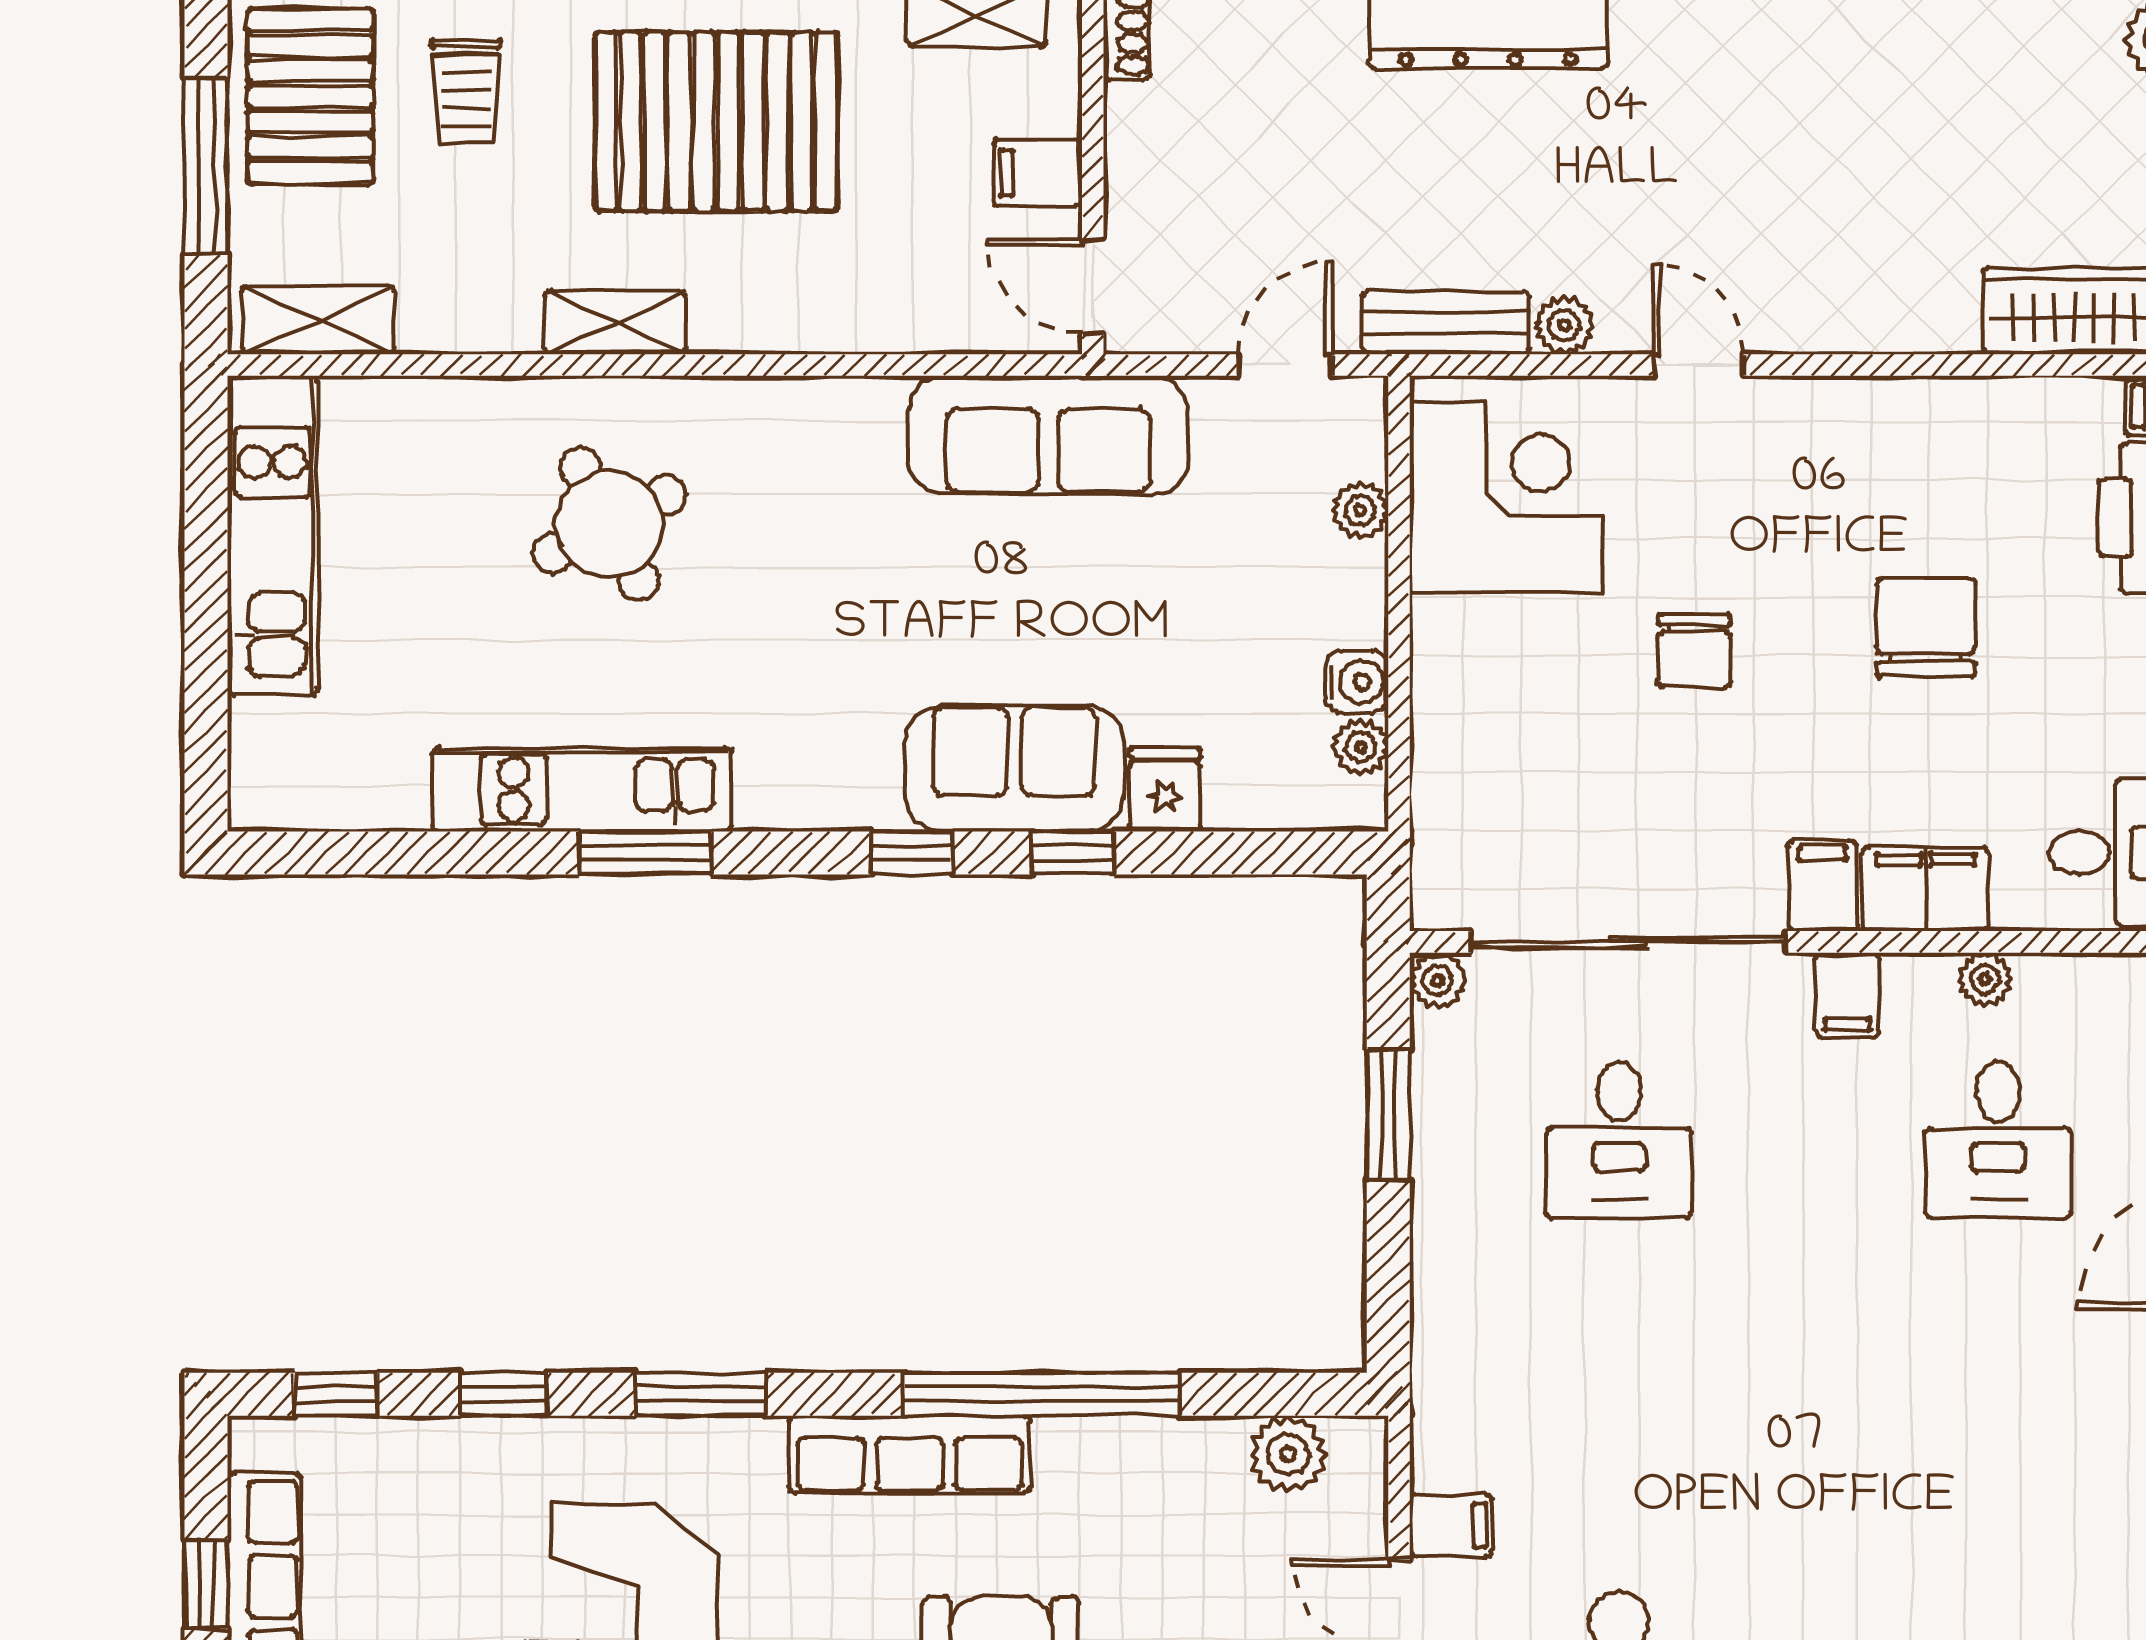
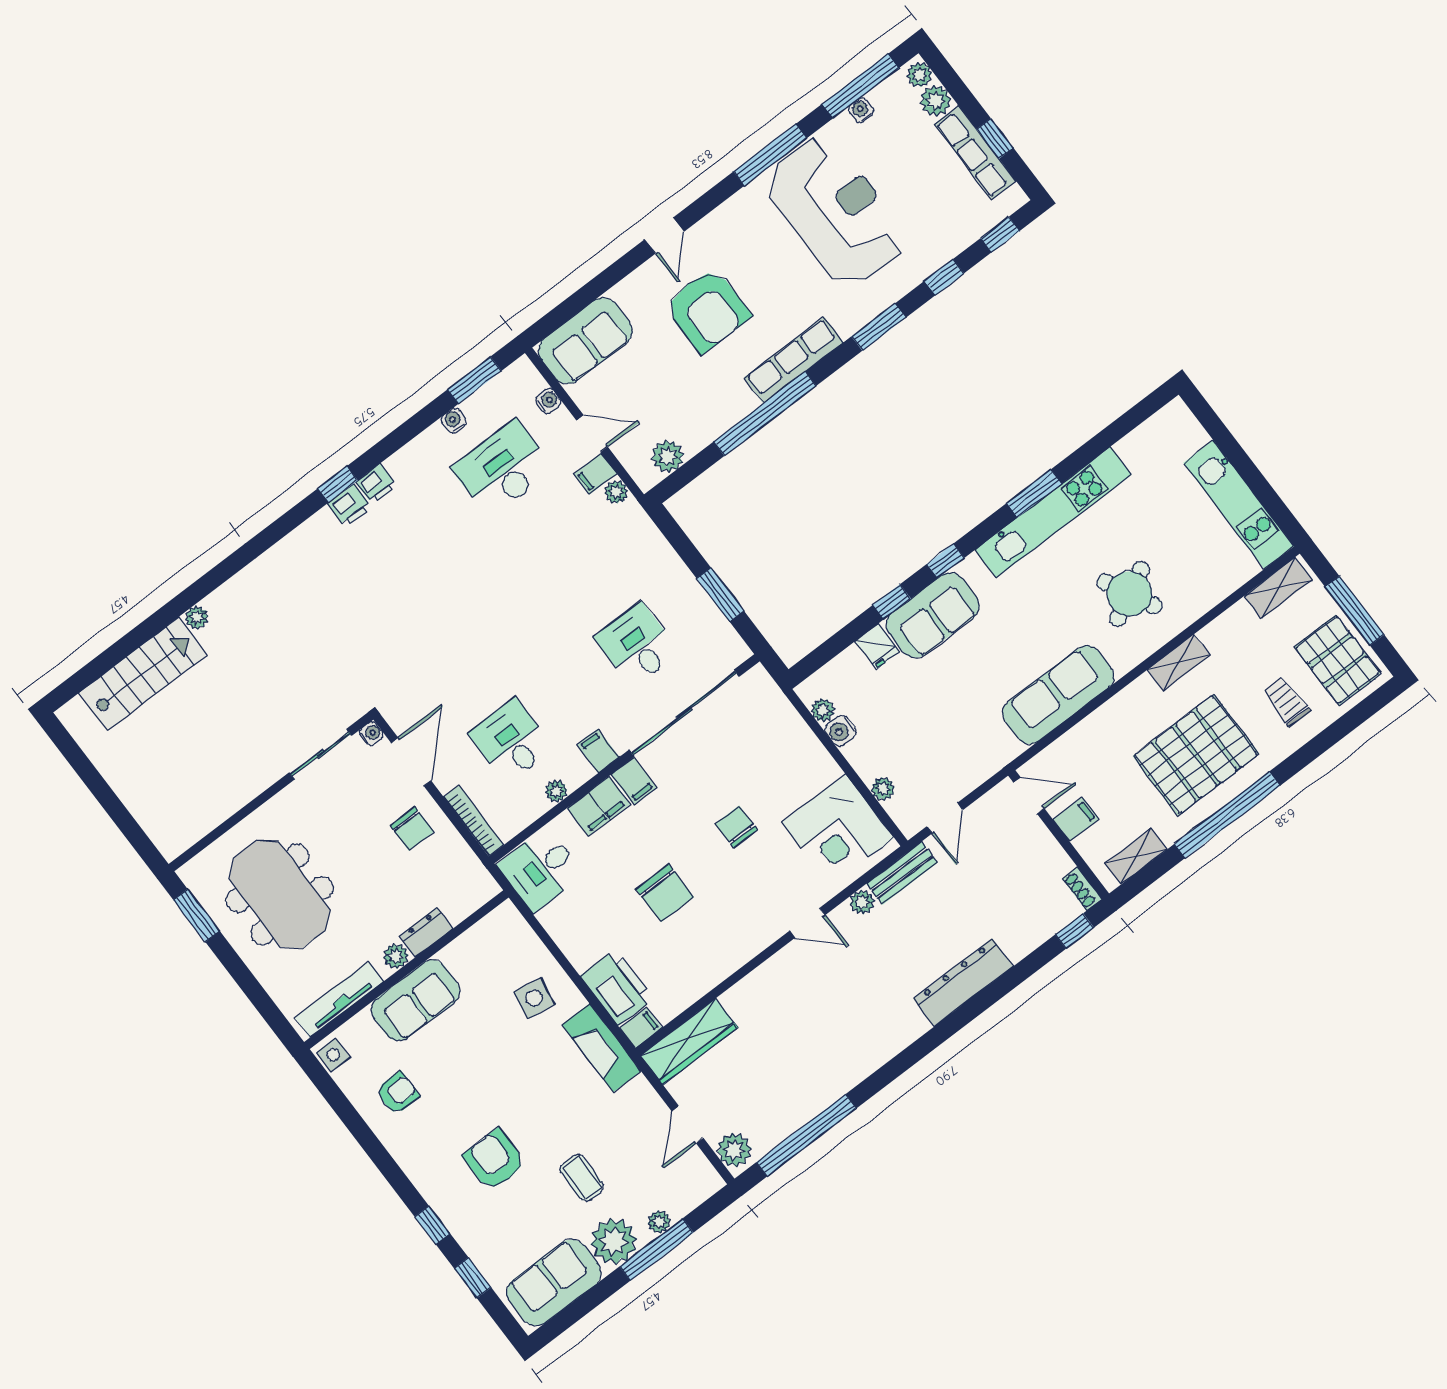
sofa: (1048, 435) -> (1058, 695), moved
kitchen unit: (582, 789) -> (1053, 512), width x1.36
plant: (1438, 981) -> (616, 492), moved

